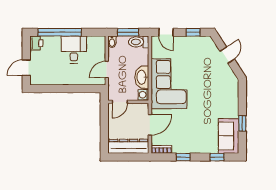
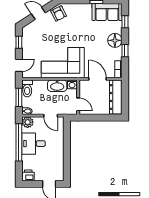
window: (60, 32) -> (19, 142), moved
plant: (99, 42) -> (28, 122), added
armchair: (227, 79) -> (59, 13), added
floor lamp: (195, 145) -> (115, 40), added

